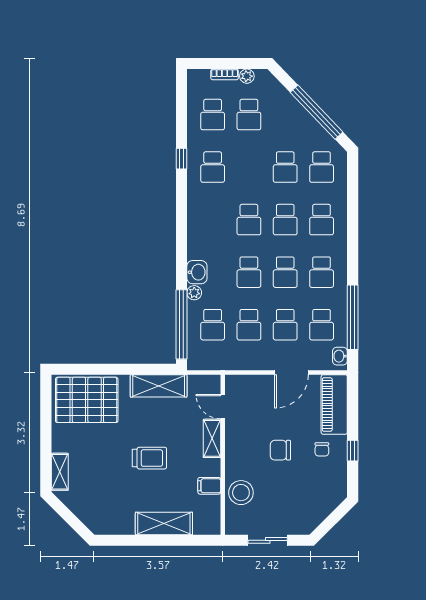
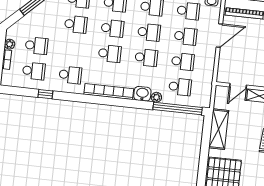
window: (182, 159) -> (45, 94), moved
bookcase: (195, 224) -> (109, 92), added
door: (291, 372) -> (219, 36), hinge flipped

